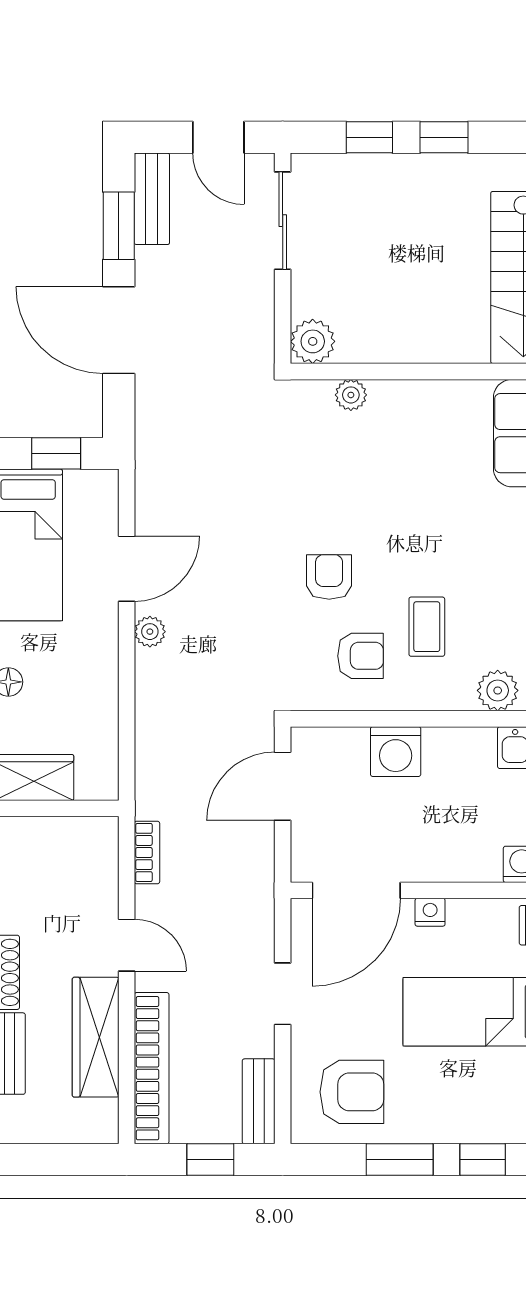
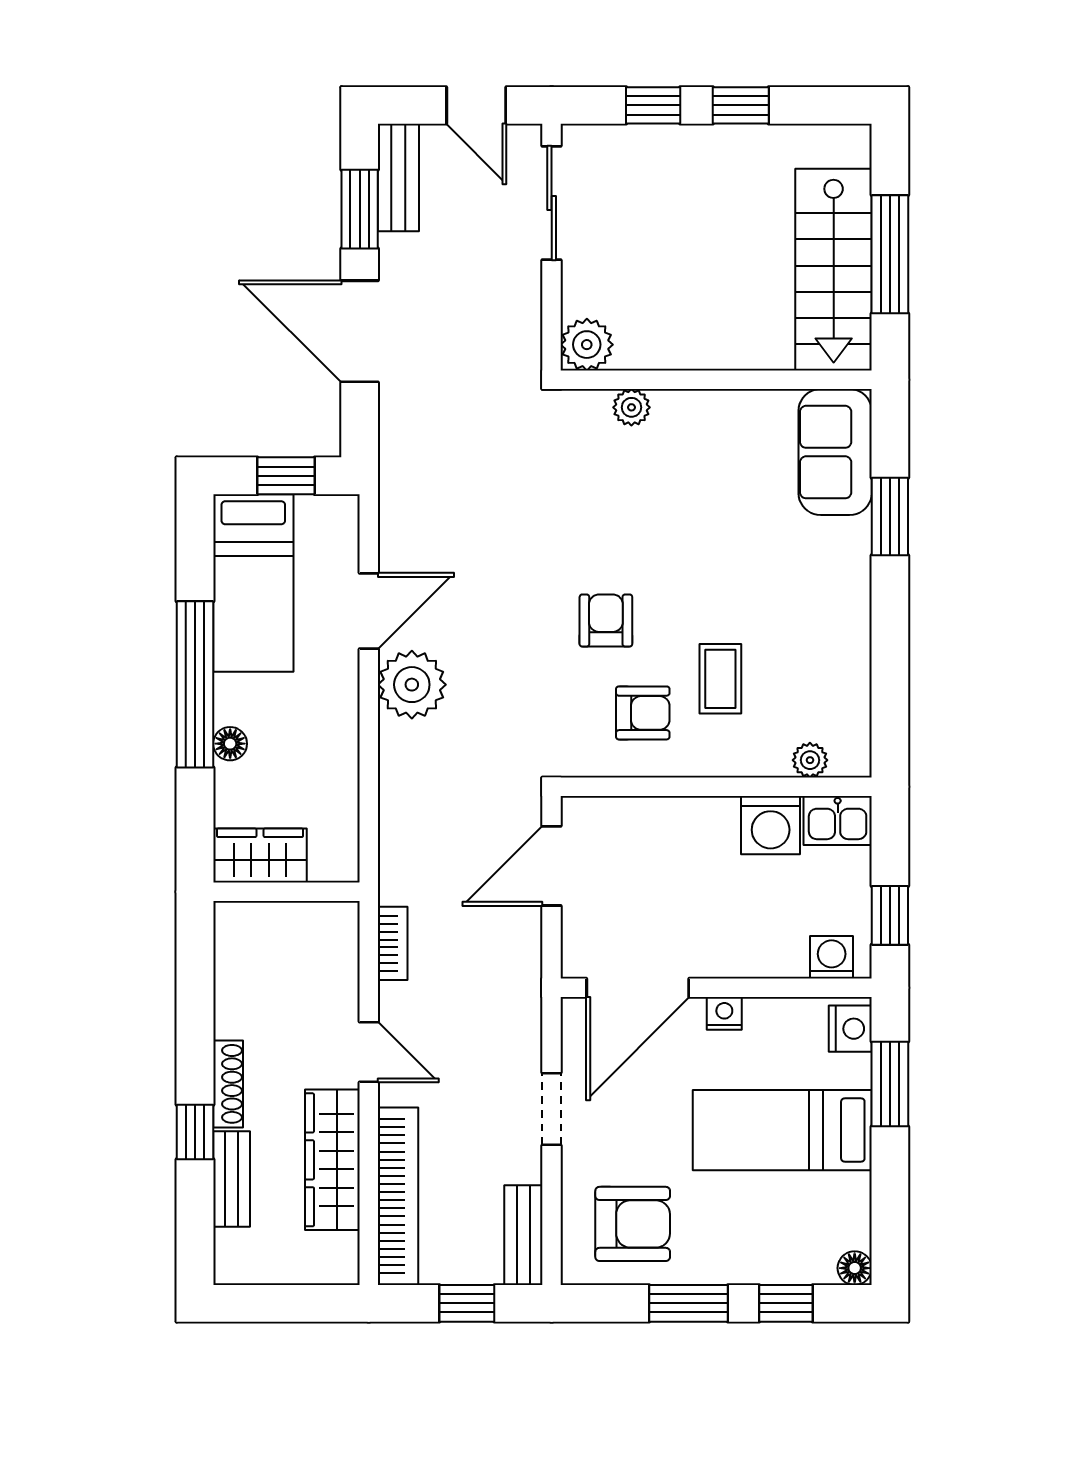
plant: (150, 632) -> (412, 685), width x1.88, depth x1.88
plant: (498, 690) -> (810, 760), width x0.73, depth x0.73
washing machine: (396, 752) -> (771, 825), moved

